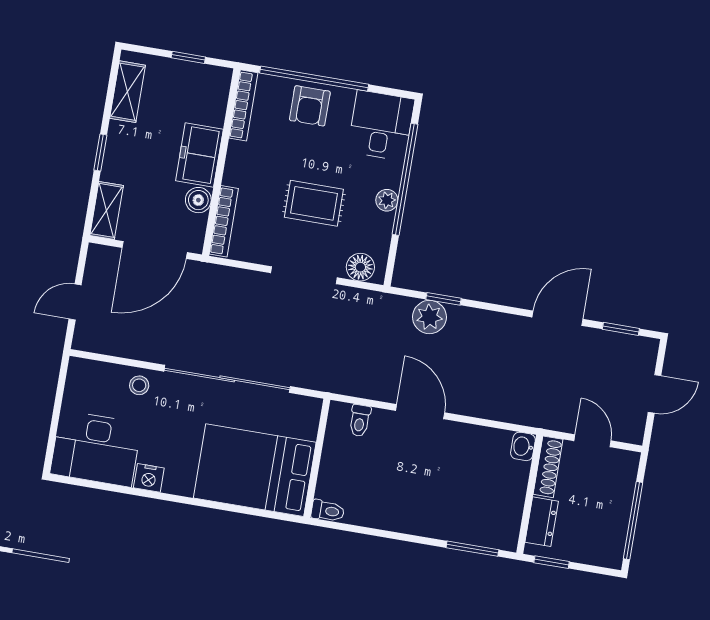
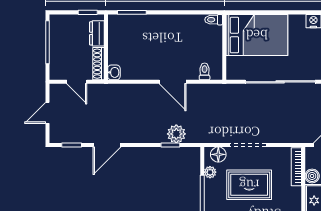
plant: (387, 200) -> (210, 172), moved
rug: (314, 203) -> (249, 185), width x1.36, depth x1.43

